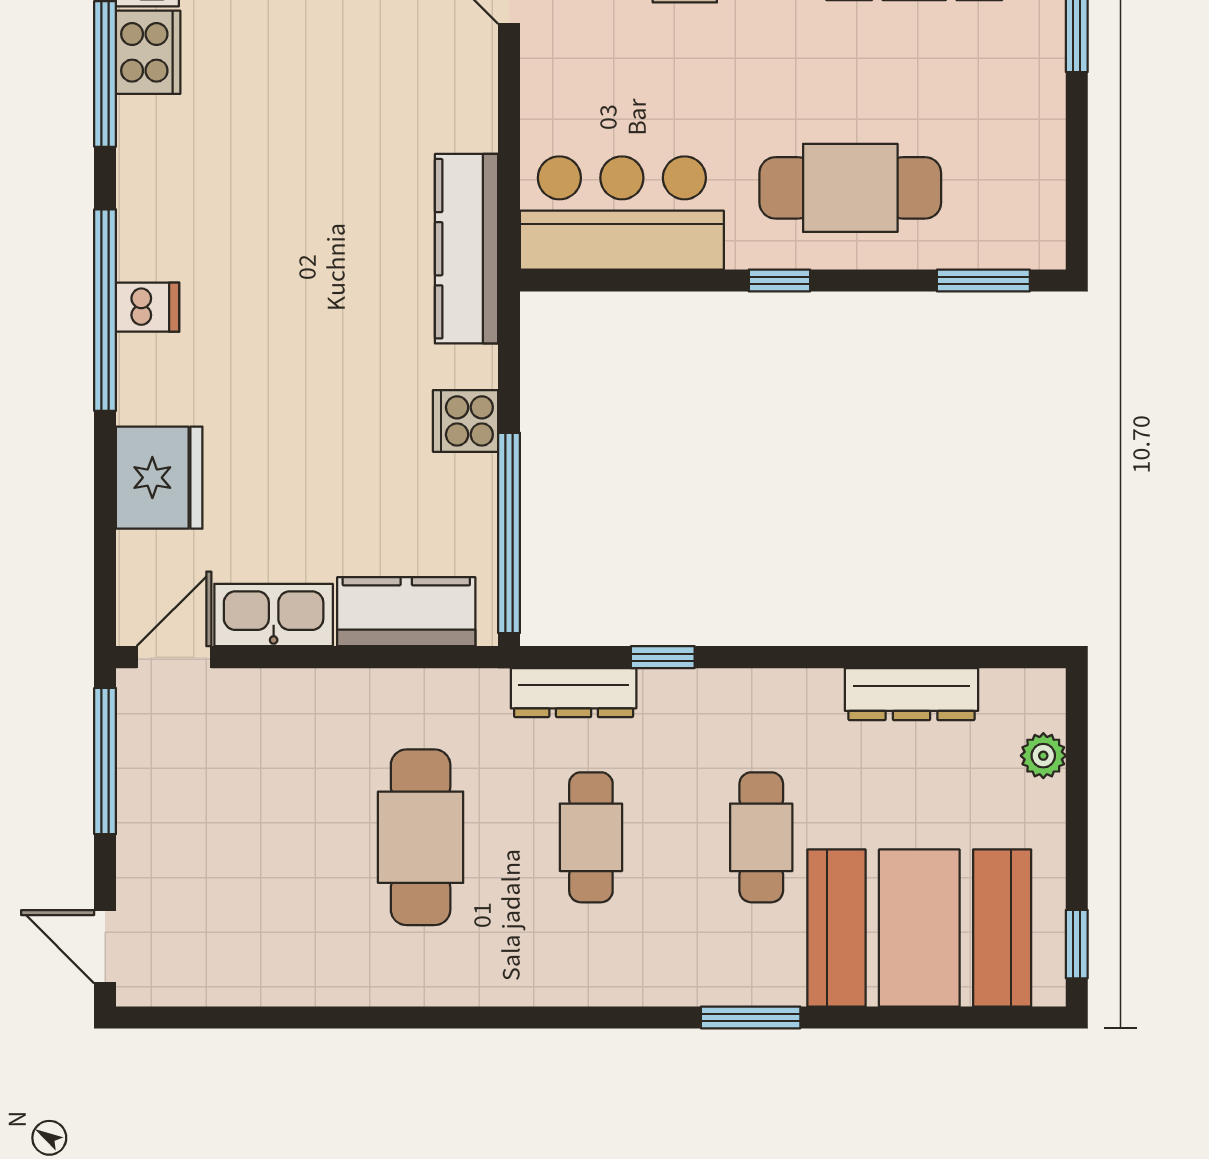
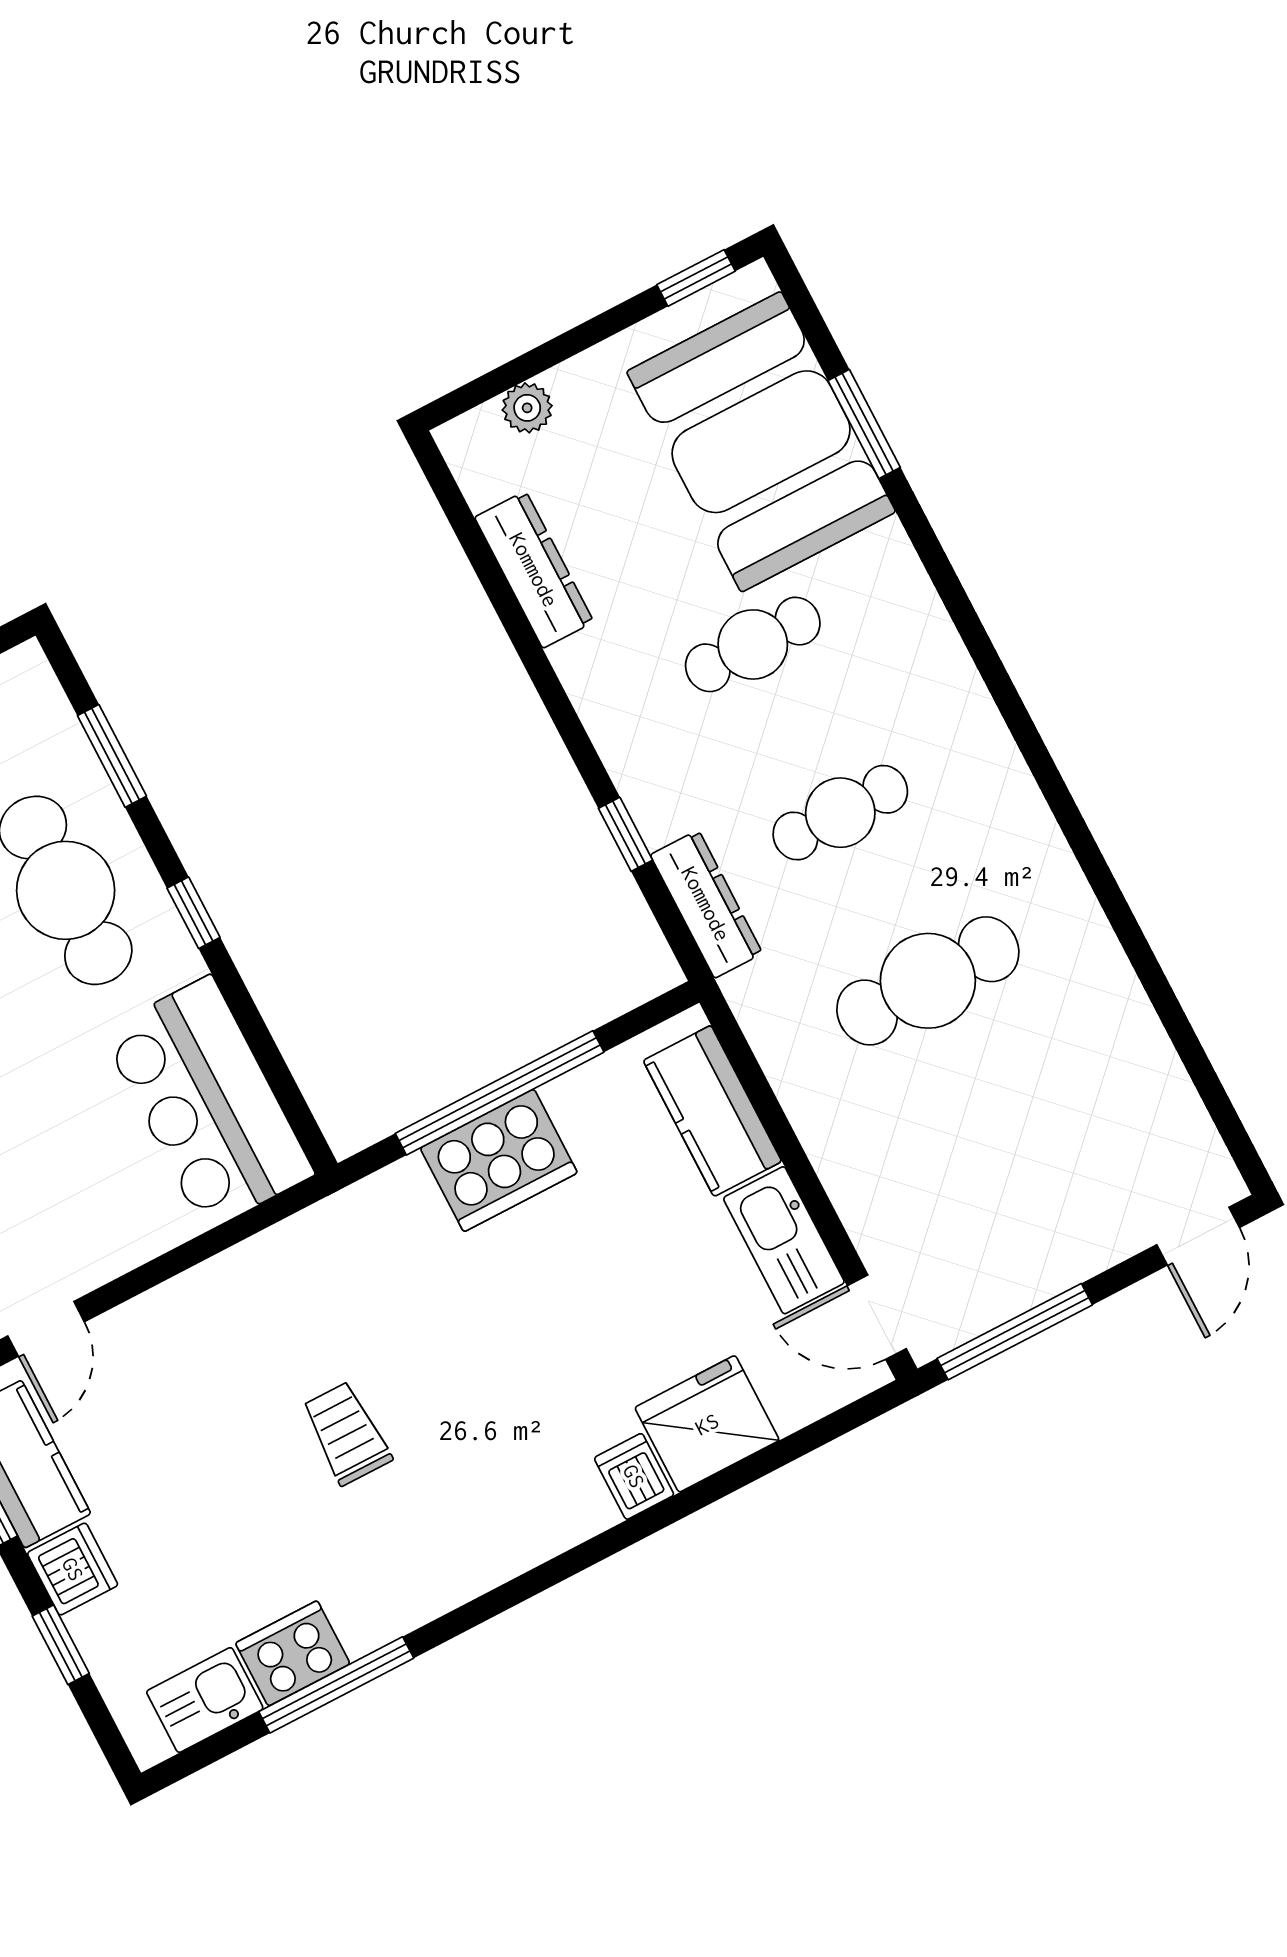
trolley: (301, 186) -> (347, 1433), added
kitchen counter: (466, 249) -> (323, 1238), removed
window: (983, 280) -> (112, 756), moved
dishwasher: (148, 307) -> (634, 1476), moved
window: (105, 310) -> (570, 1563), removed
cooker: (466, 421) -> (499, 1160), width x1.87, depth x1.31
window: (509, 533) -> (500, 1093), moved
window: (751, 1017) -> (864, 424), moved

